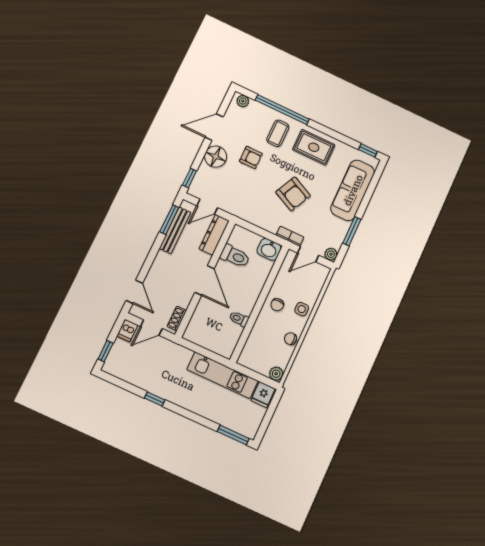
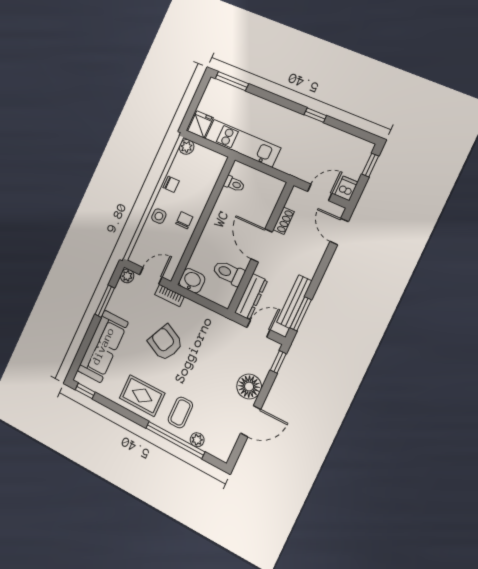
plant: (243, 101) -> (197, 440), moved
armchair: (251, 157) -> (210, 385), removed
shoe rack: (177, 318) -> (284, 221), moved
toilet: (239, 319) -> (234, 184), moved

